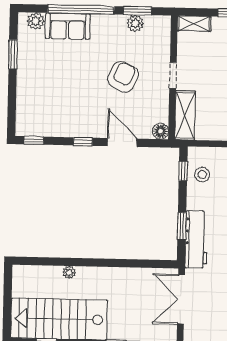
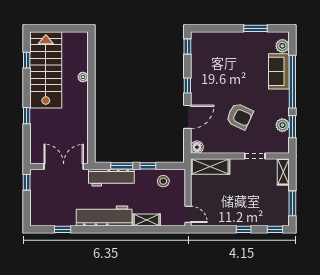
doorway: (173, 75) -> (255, 156), moved
window: (183, 171) -> (148, 166), moved

